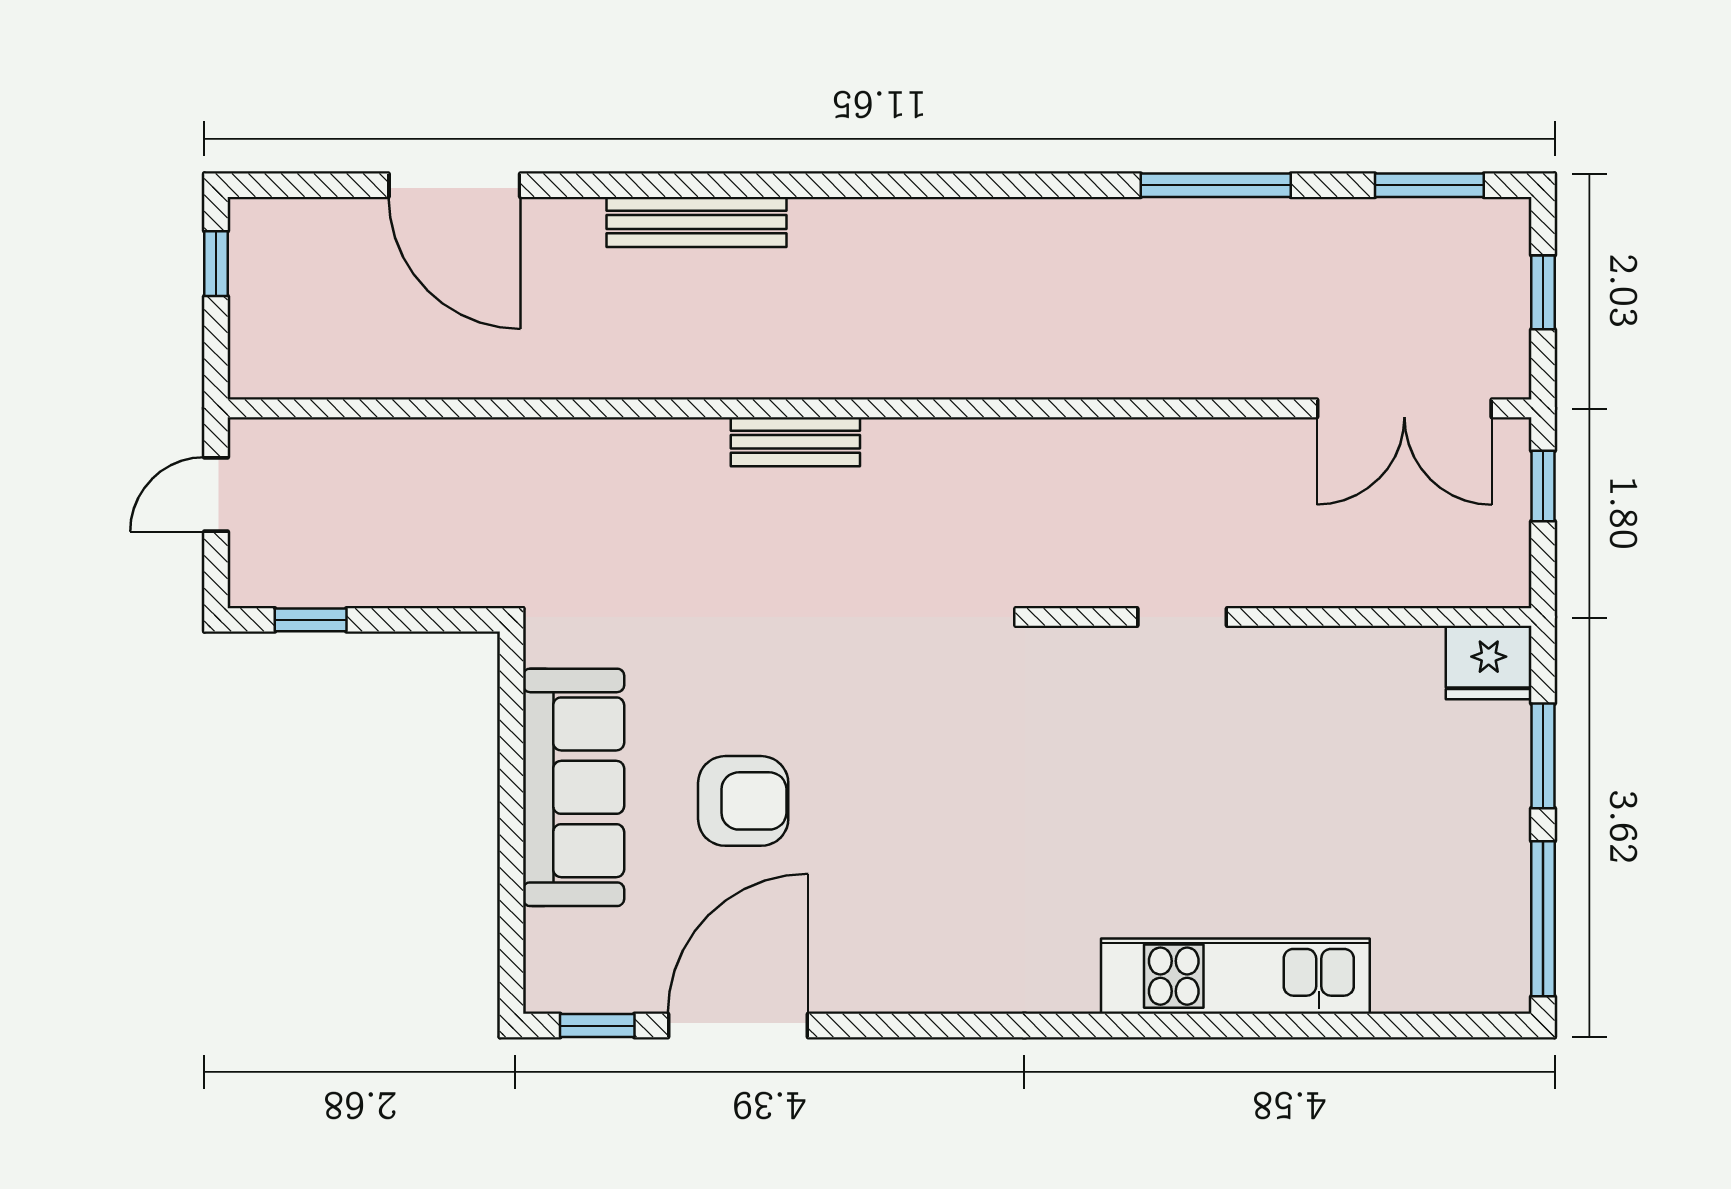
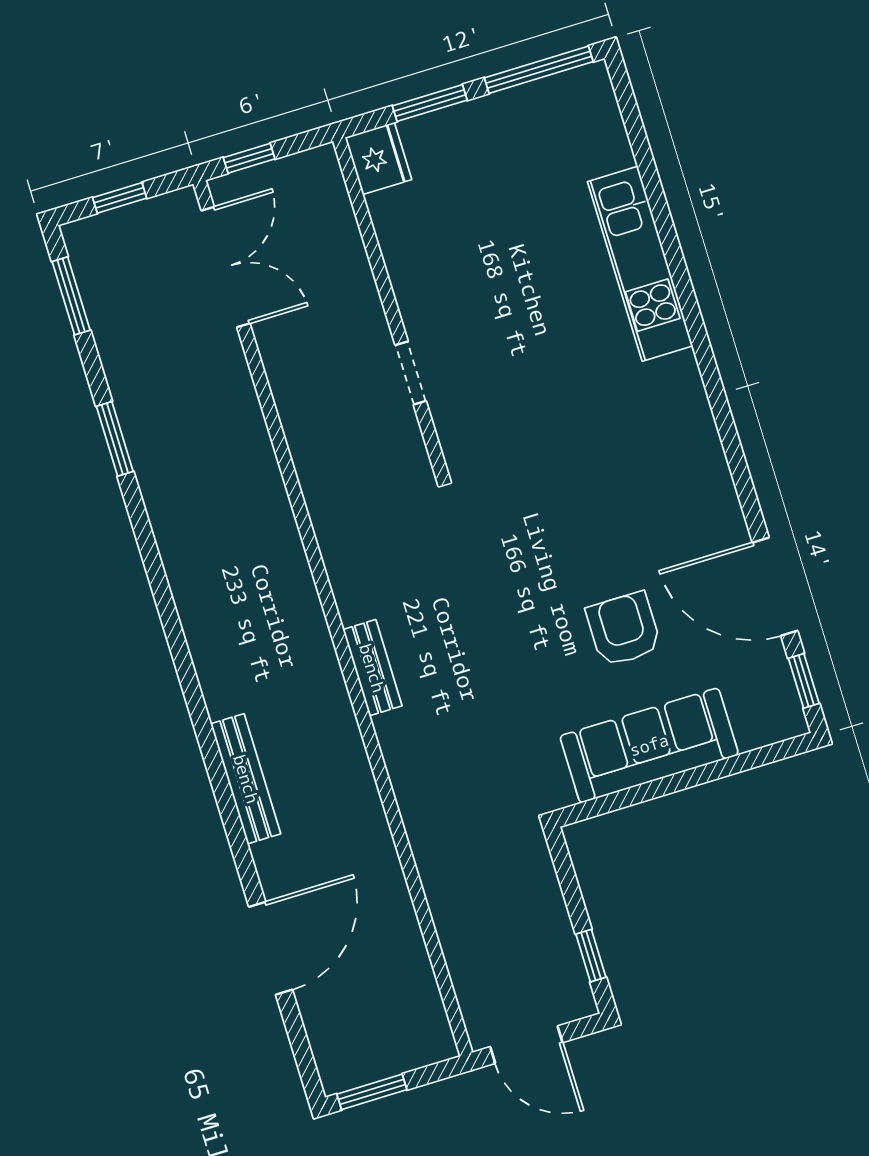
window: (1216, 185) -> (115, 439), width x0.69
window: (216, 264) -> (372, 1092), width x1.50
door: (216, 494) -> (526, 1045), width x1.38

